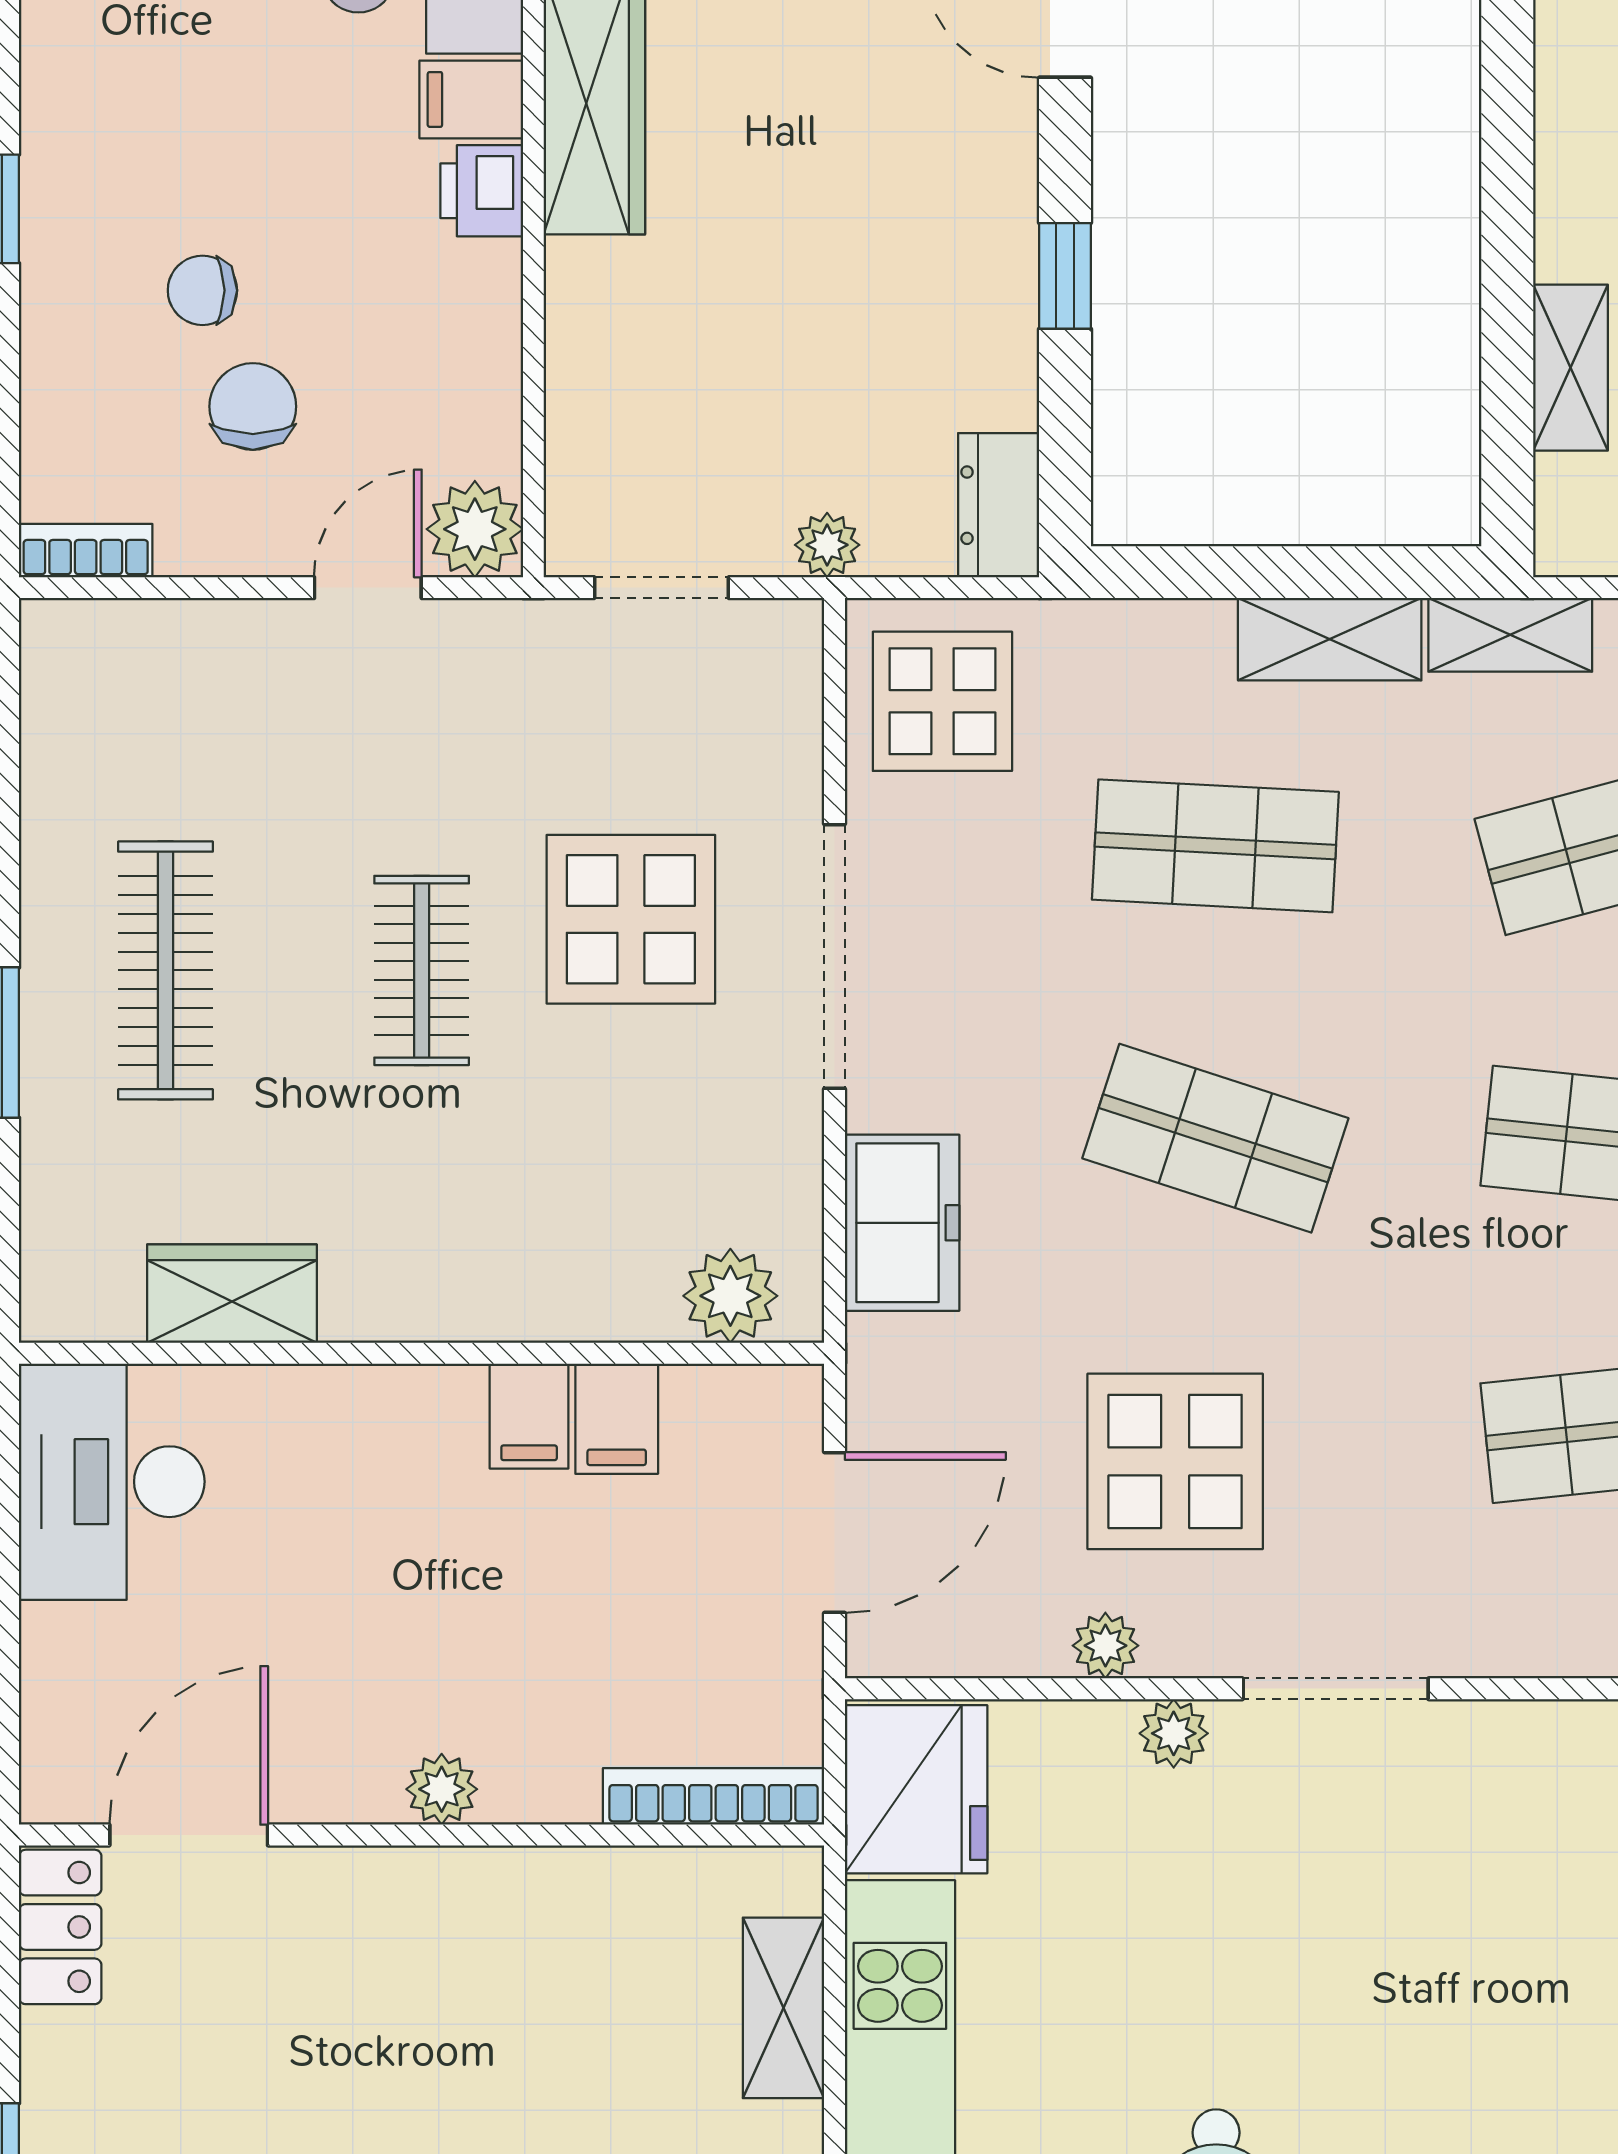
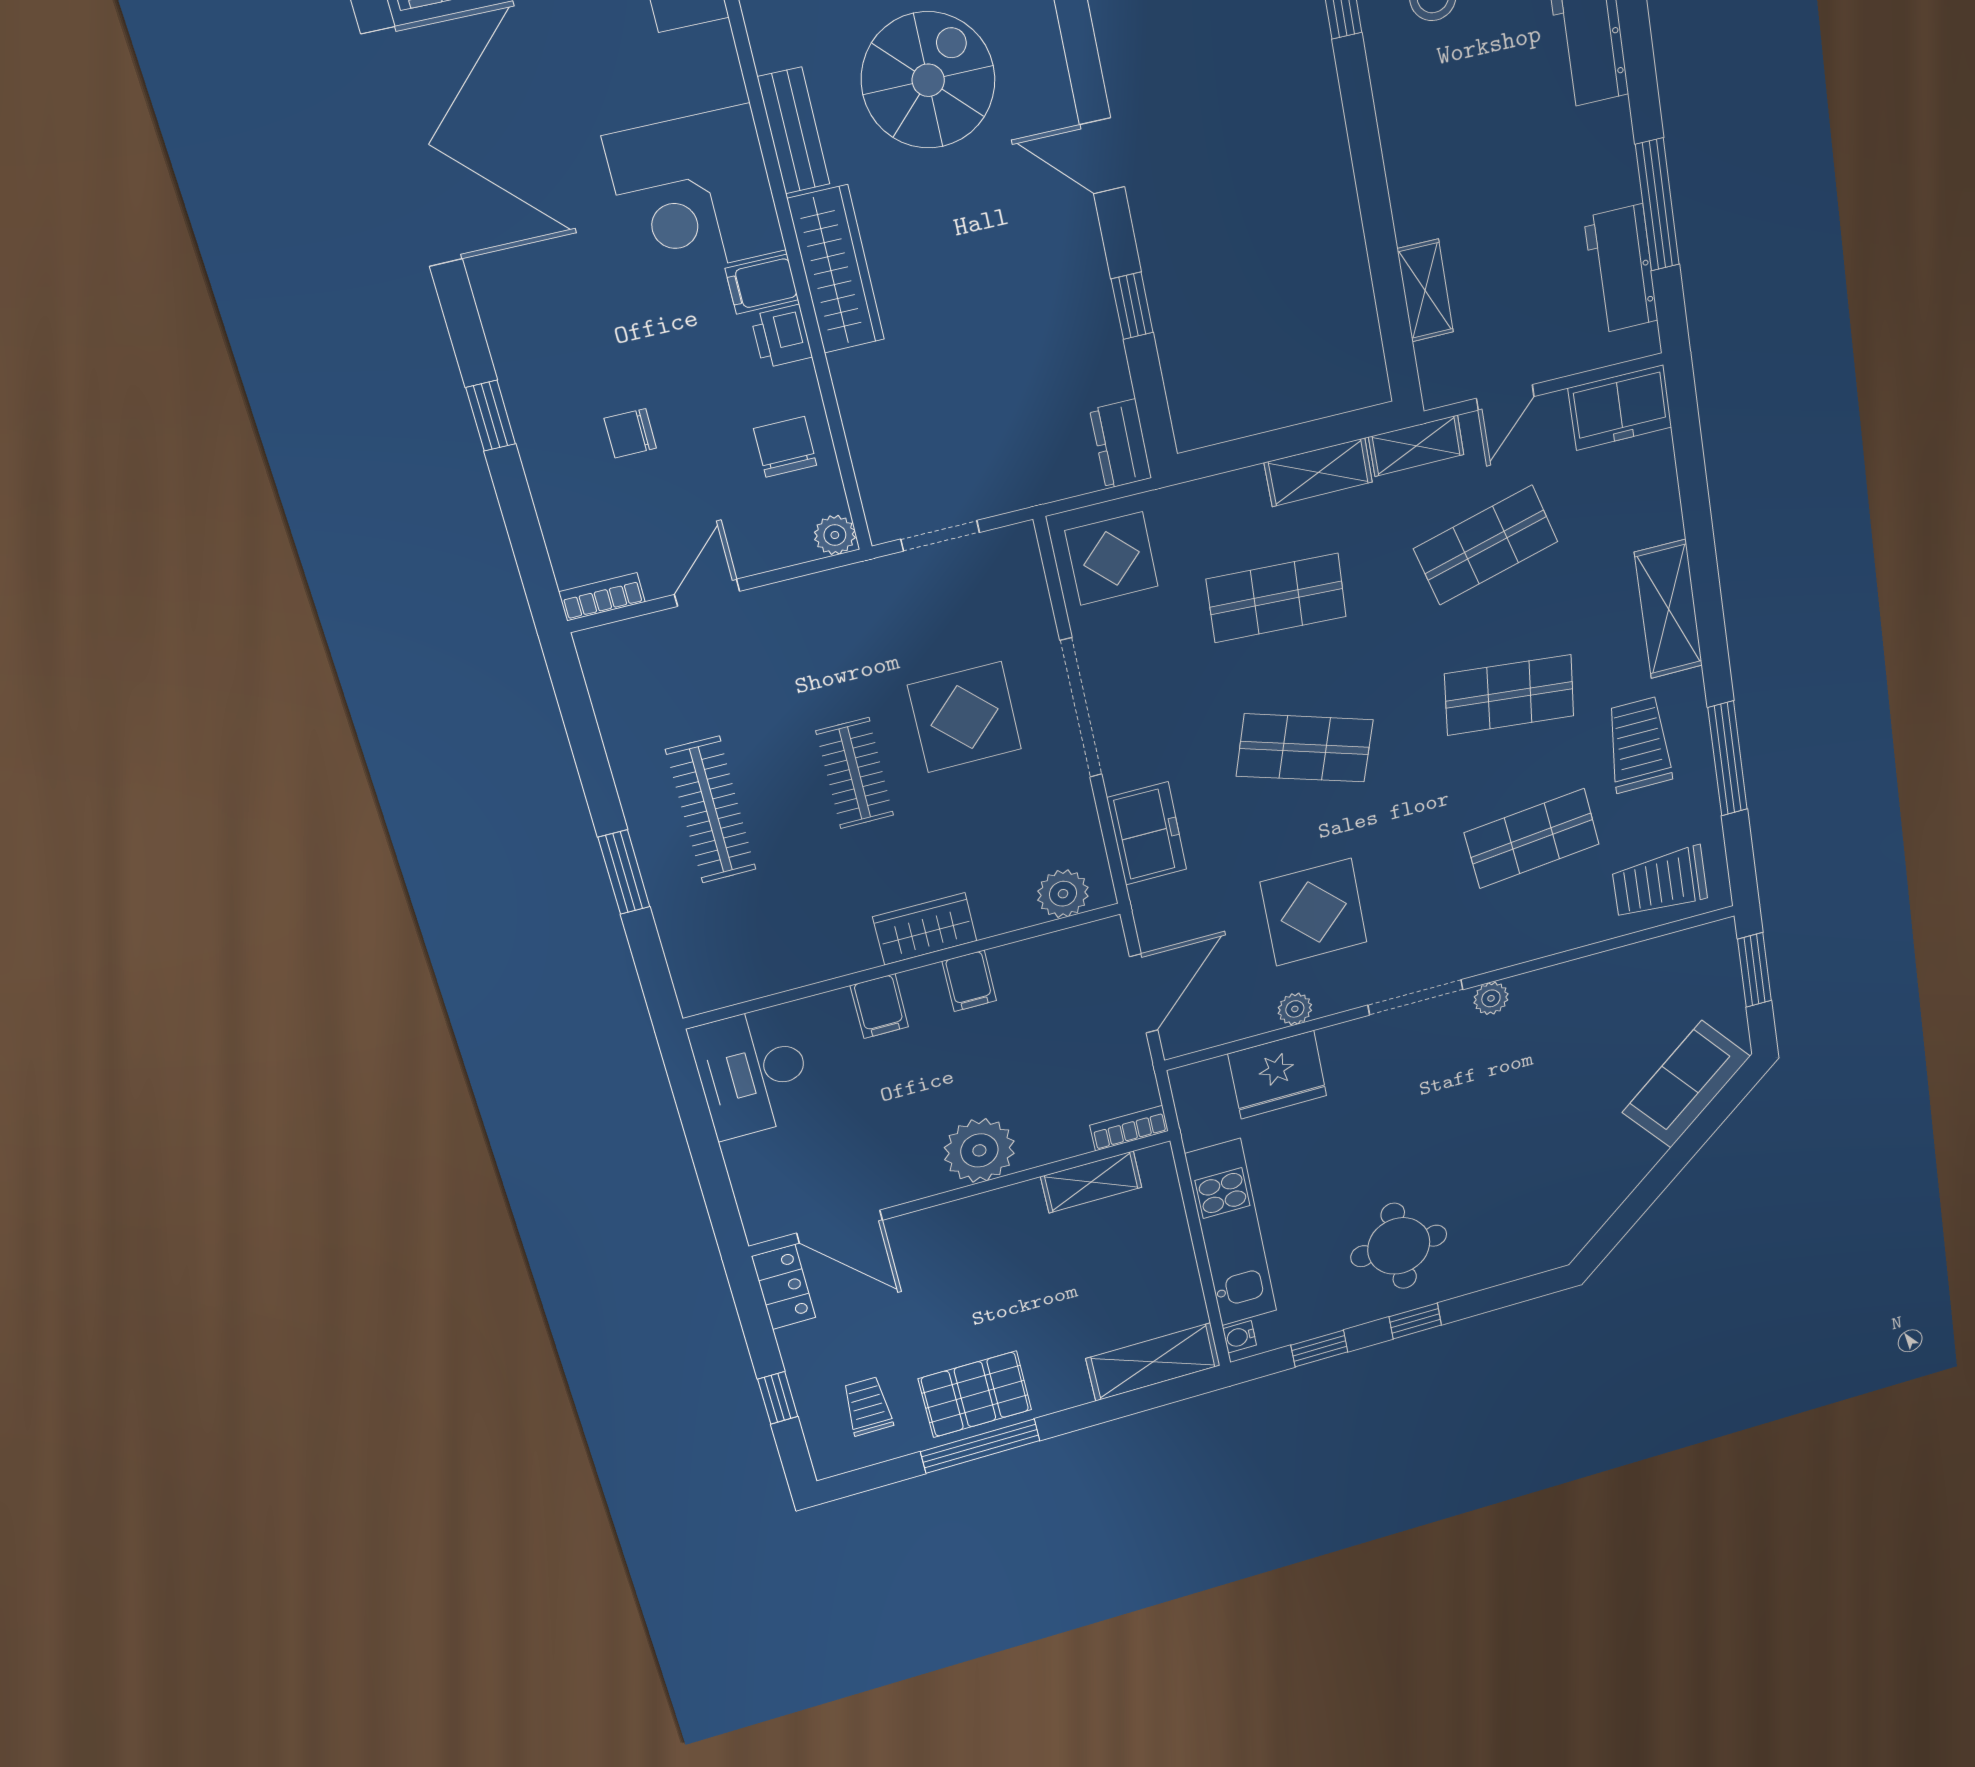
chair: (253, 406) -> (785, 447), moved
plant: (475, 529) -> (835, 535), width x0.73, depth x0.73
plant: (827, 545) -> (1029, 489), removed
door: (368, 588) -> (707, 593), moved
wardrobe: (232, 1294) -> (925, 929), moved
filing cabinet: (617, 1419) -> (879, 1006), moved
plant: (1174, 1733) -> (1491, 998), moved
plant: (442, 1789) -> (979, 1150), width x1.88, depth x1.88
fridge: (916, 1789) -> (1277, 1075), moved, turned 90
bookcase: (714, 1796) -> (1129, 1128), width x0.64
door: (189, 1835) -> (840, 1227), swing flipped
shelving: (784, 2008) -> (1091, 1182), moved, turned 90

